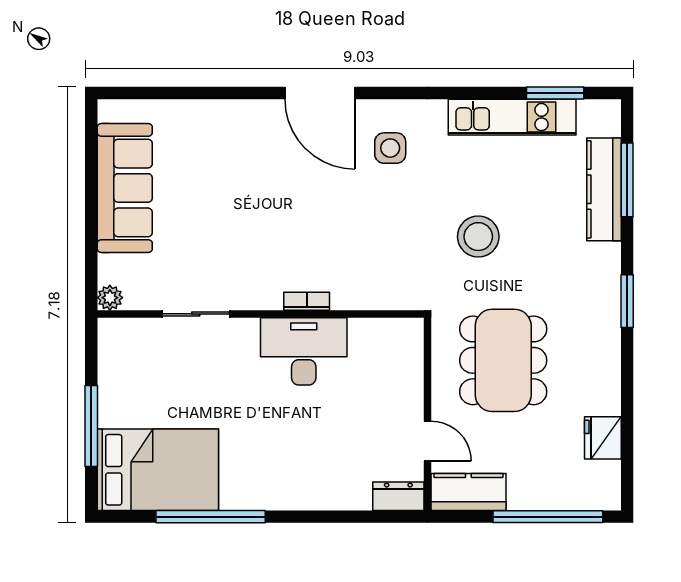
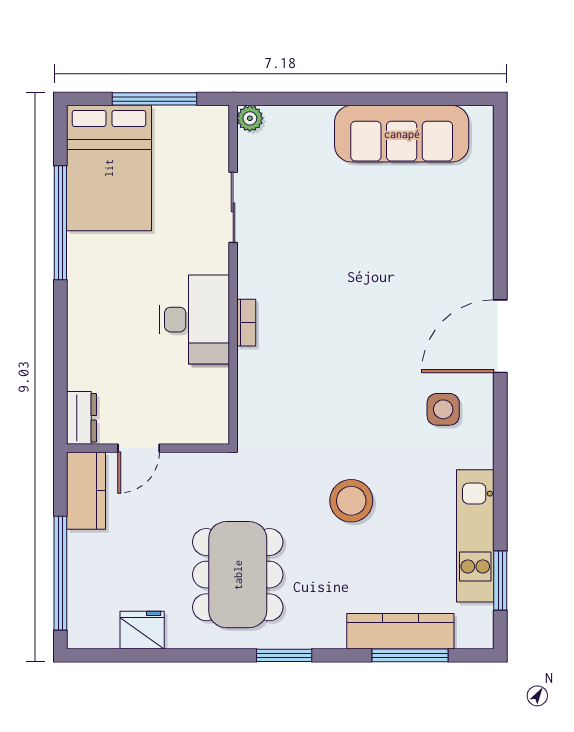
plant: (110, 298) -> (250, 118), moved
bookcase: (307, 301) -> (246, 323), moved
sliding door: (196, 314) -> (233, 207), moved
wall: (261, 314) -> (233, 275), moved
desk: (304, 351) -> (194, 320), moved
dining table: (503, 360) -> (238, 575), moved, turned 90

